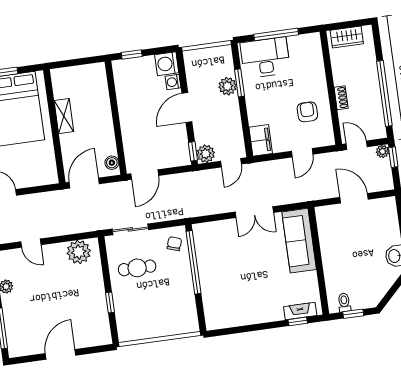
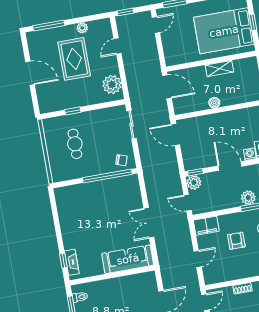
armchair: (307, 112) -> (236, 241), moved, turned -90
door: (302, 153) -> (198, 259), swing flipped
boiler: (112, 163) -> (214, 103), moved
cafe table: (137, 268) -> (75, 144), moved
rug: (45, 298) -> (74, 59), added

